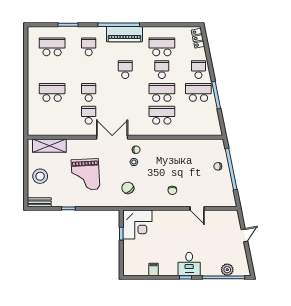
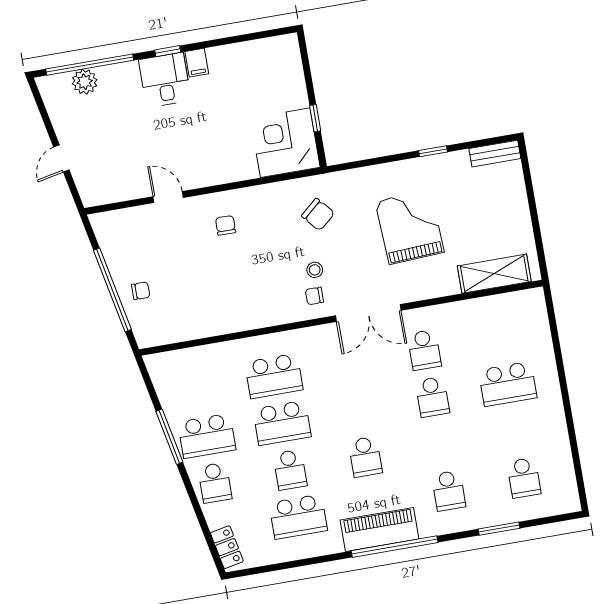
school desk: (52, 47) -> (524, 478), width x0.54
stool: (40, 176) -> (502, 207), removed
filing cabinet: (154, 269) -> (197, 63), moved

